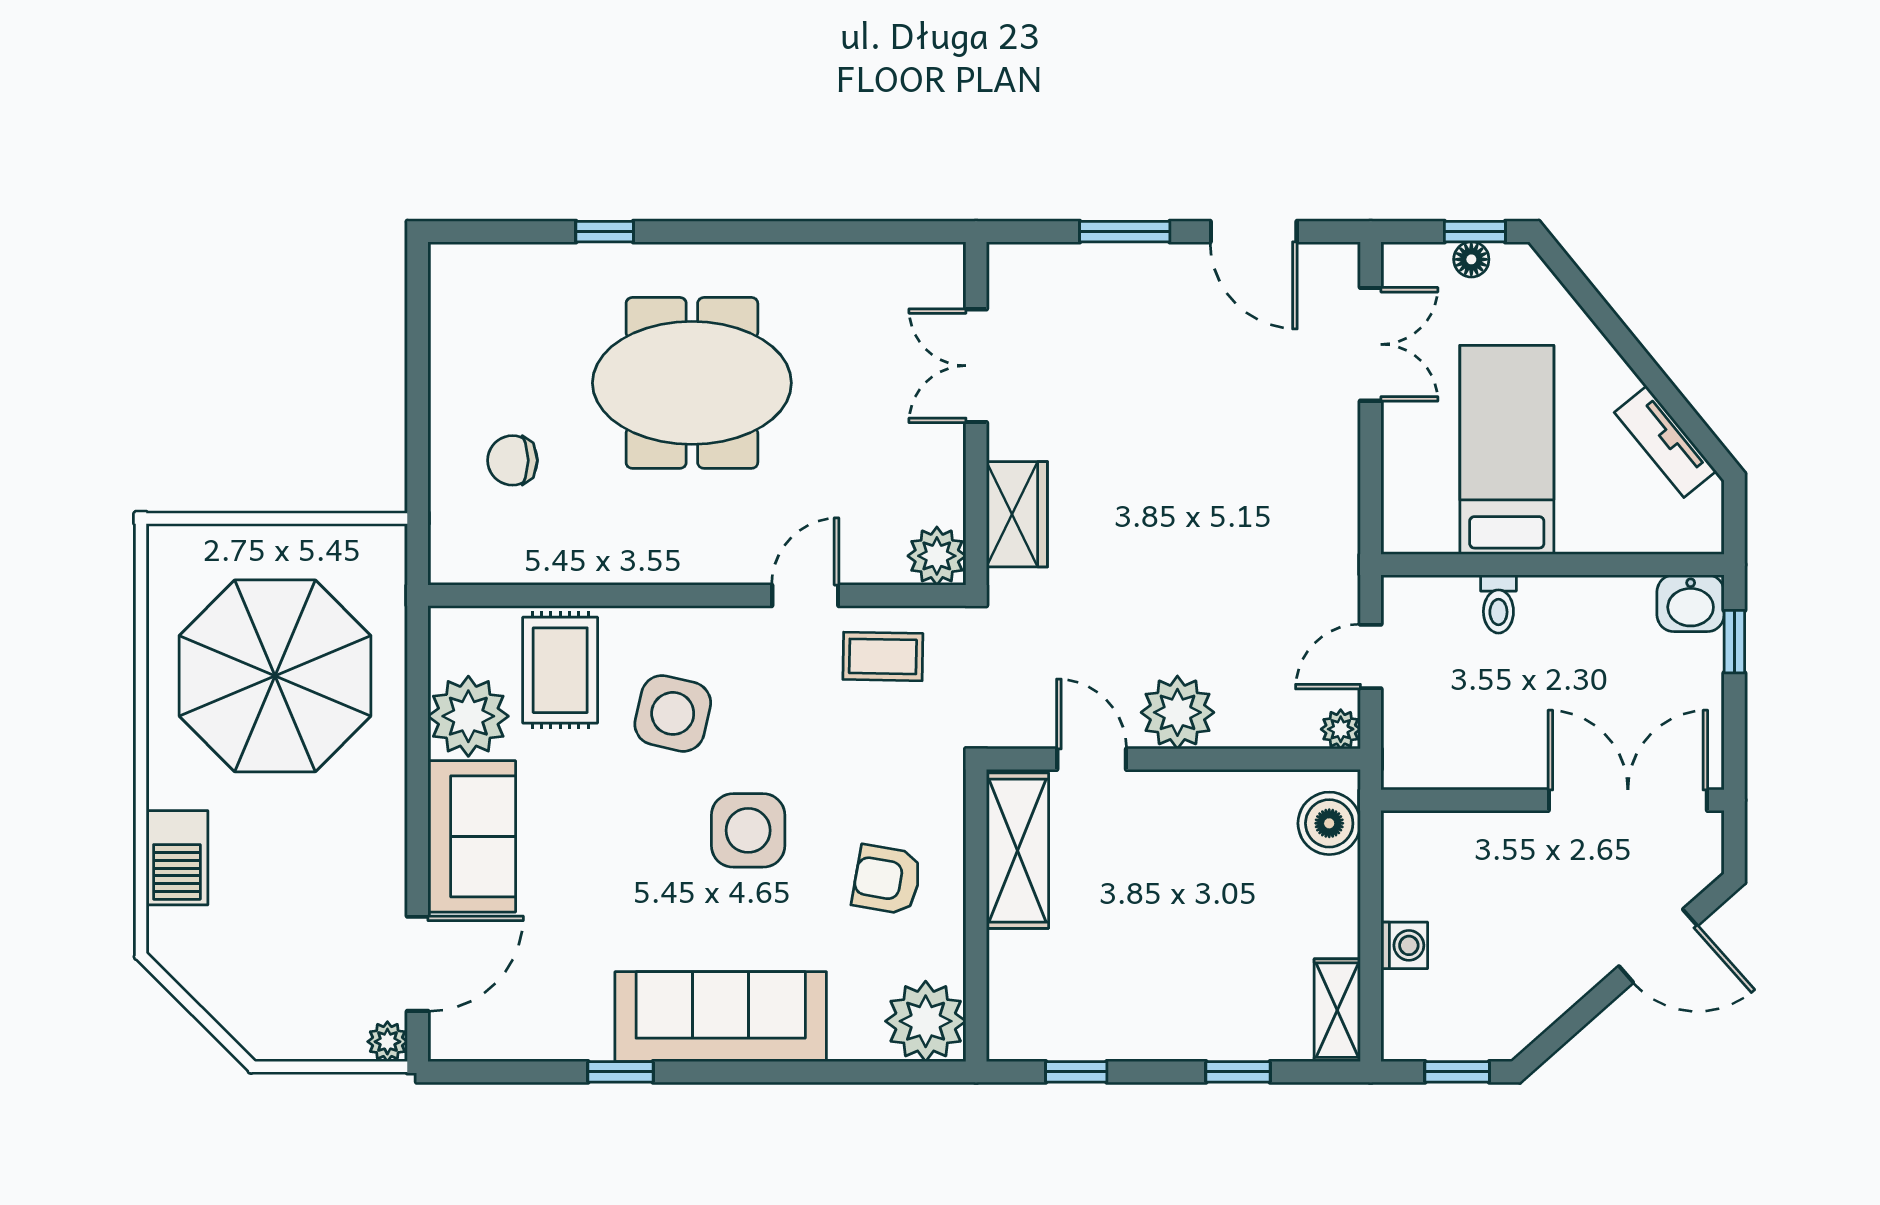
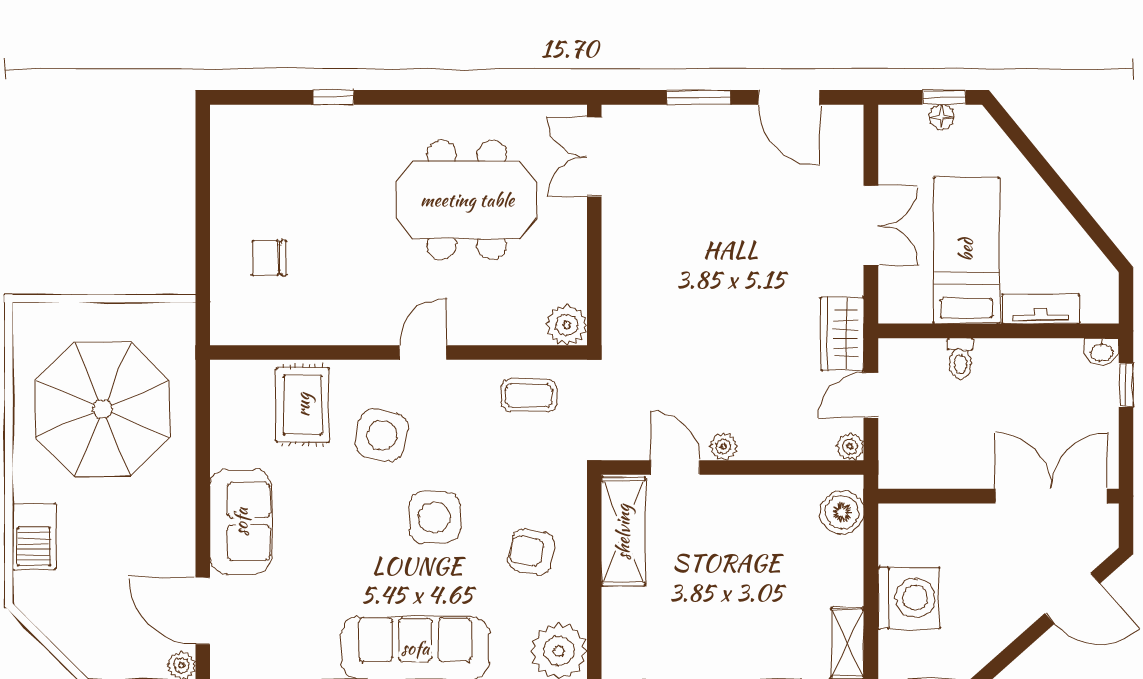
double door: (1371, 344) -> (871, 225), moved
double door: (976, 366) -> (594, 157), moved
meeting table: (692, 383) -> (467, 200), moved
tv unit: (1665, 442) -> (1041, 309), moved, turned 129
wardrobe: (1017, 514) -> (842, 334), moved, turned 180
door: (805, 595) -> (423, 352), moved
washbasin: (1691, 603) -> (1102, 352), width x0.72, depth x0.69
plant: (1177, 712) -> (723, 447), width x0.53, depth x0.53
plant: (468, 716) -> (238, 437), removed
washing machine: (1404, 945) -> (909, 598), width x1.89, depth x1.89
door: (418, 964) -> (203, 611), swing flipped

